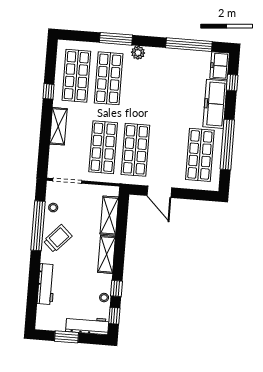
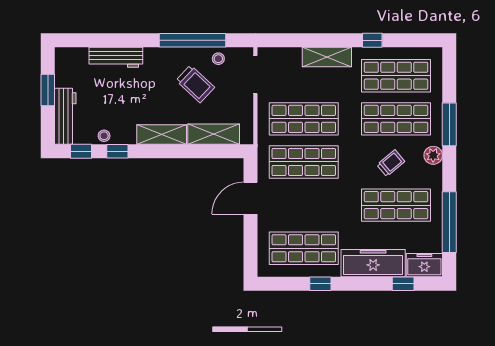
shop shelf: (173, 83) -> (396, 205), added
trolley: (141, 85) -> (391, 163), added
window: (227, 145) -> (320, 284), width x0.32
trolley: (58, 239) -> (195, 84), moved

